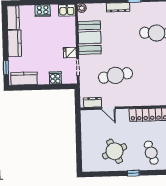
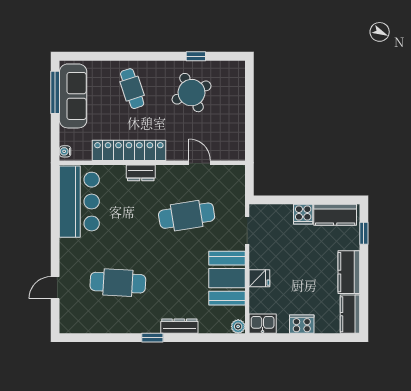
fridge: (70, 52) -> (259, 278), moved
cooker: (55, 78) -> (303, 214), moved
dresser: (93, 102) -> (141, 173), moved
window: (133, 173) -> (196, 56), moved

